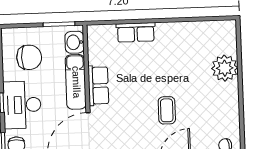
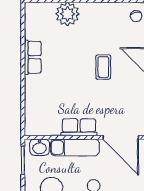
row of seats: (136, 32) -> (33, 57), moved
coffee table: (167, 110) -> (103, 67), turned 90

